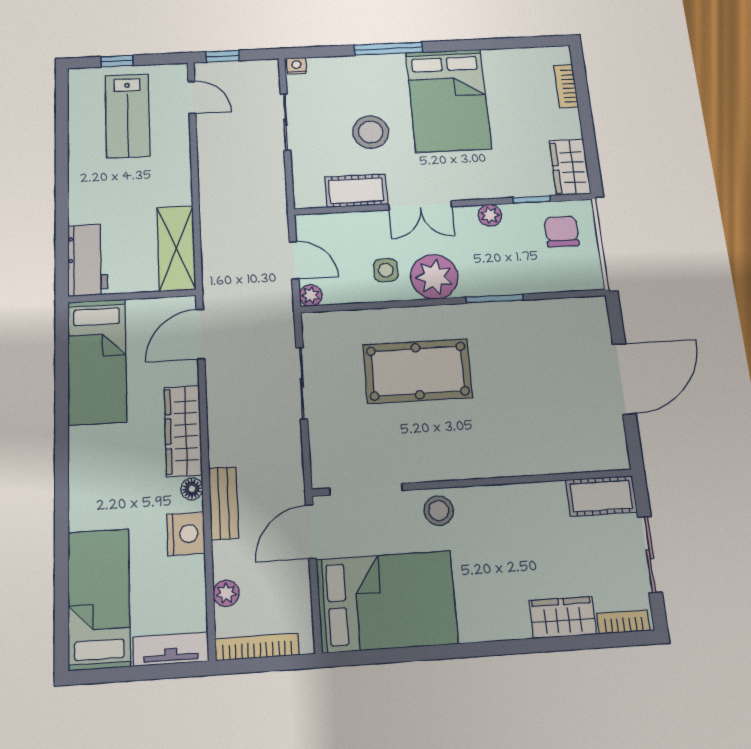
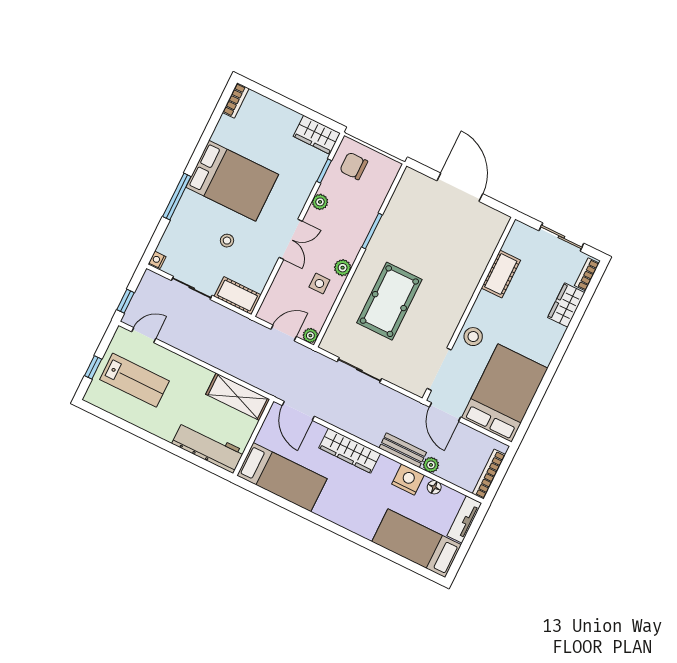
bookcase: (566, 86) -> (236, 100), moved, turned -90
stool: (371, 132) -> (227, 241), width x0.53, depth x0.53
cot: (356, 191) -> (237, 296), moved, turned 90
workbench: (87, 260) -> (208, 447), width x1.38
plant: (434, 277) -> (343, 268), width x0.53, depth x0.53
floor lamp: (192, 489) -> (434, 487), moved
cot: (601, 496) -> (501, 274), moved
plant: (226, 593) -> (431, 465), moved

